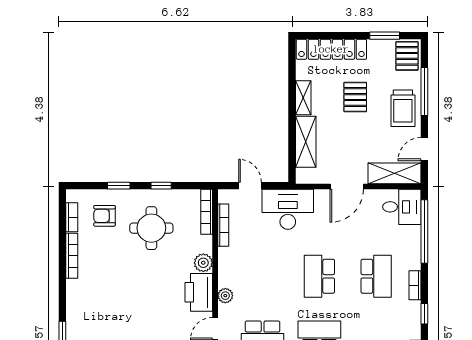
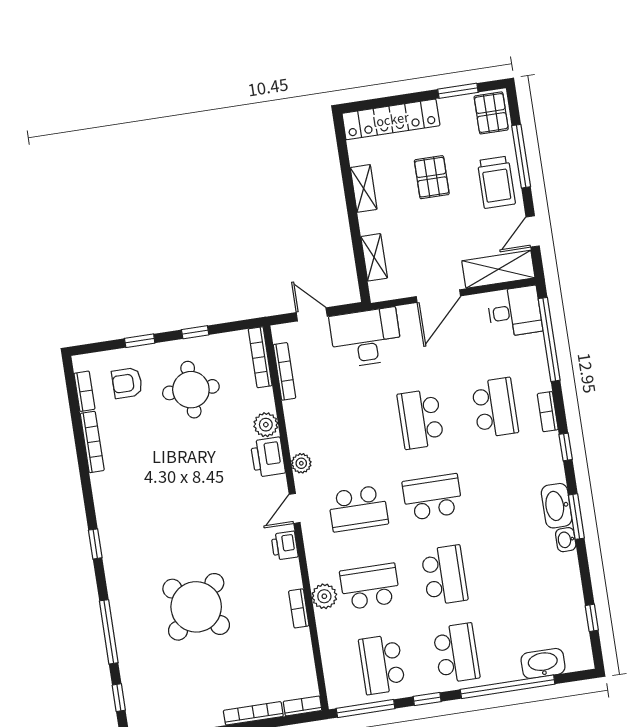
shelving: (306, 142) -> (374, 257), width x0.67, depth x0.75
printer: (199, 292) -> (268, 457), width x0.73, depth x0.84

